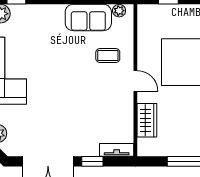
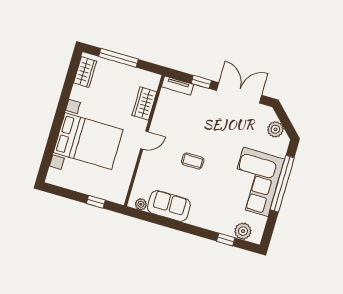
coffee table: (108, 56) -> (193, 161), moved
door: (135, 81) -> (144, 140), swing flipped

